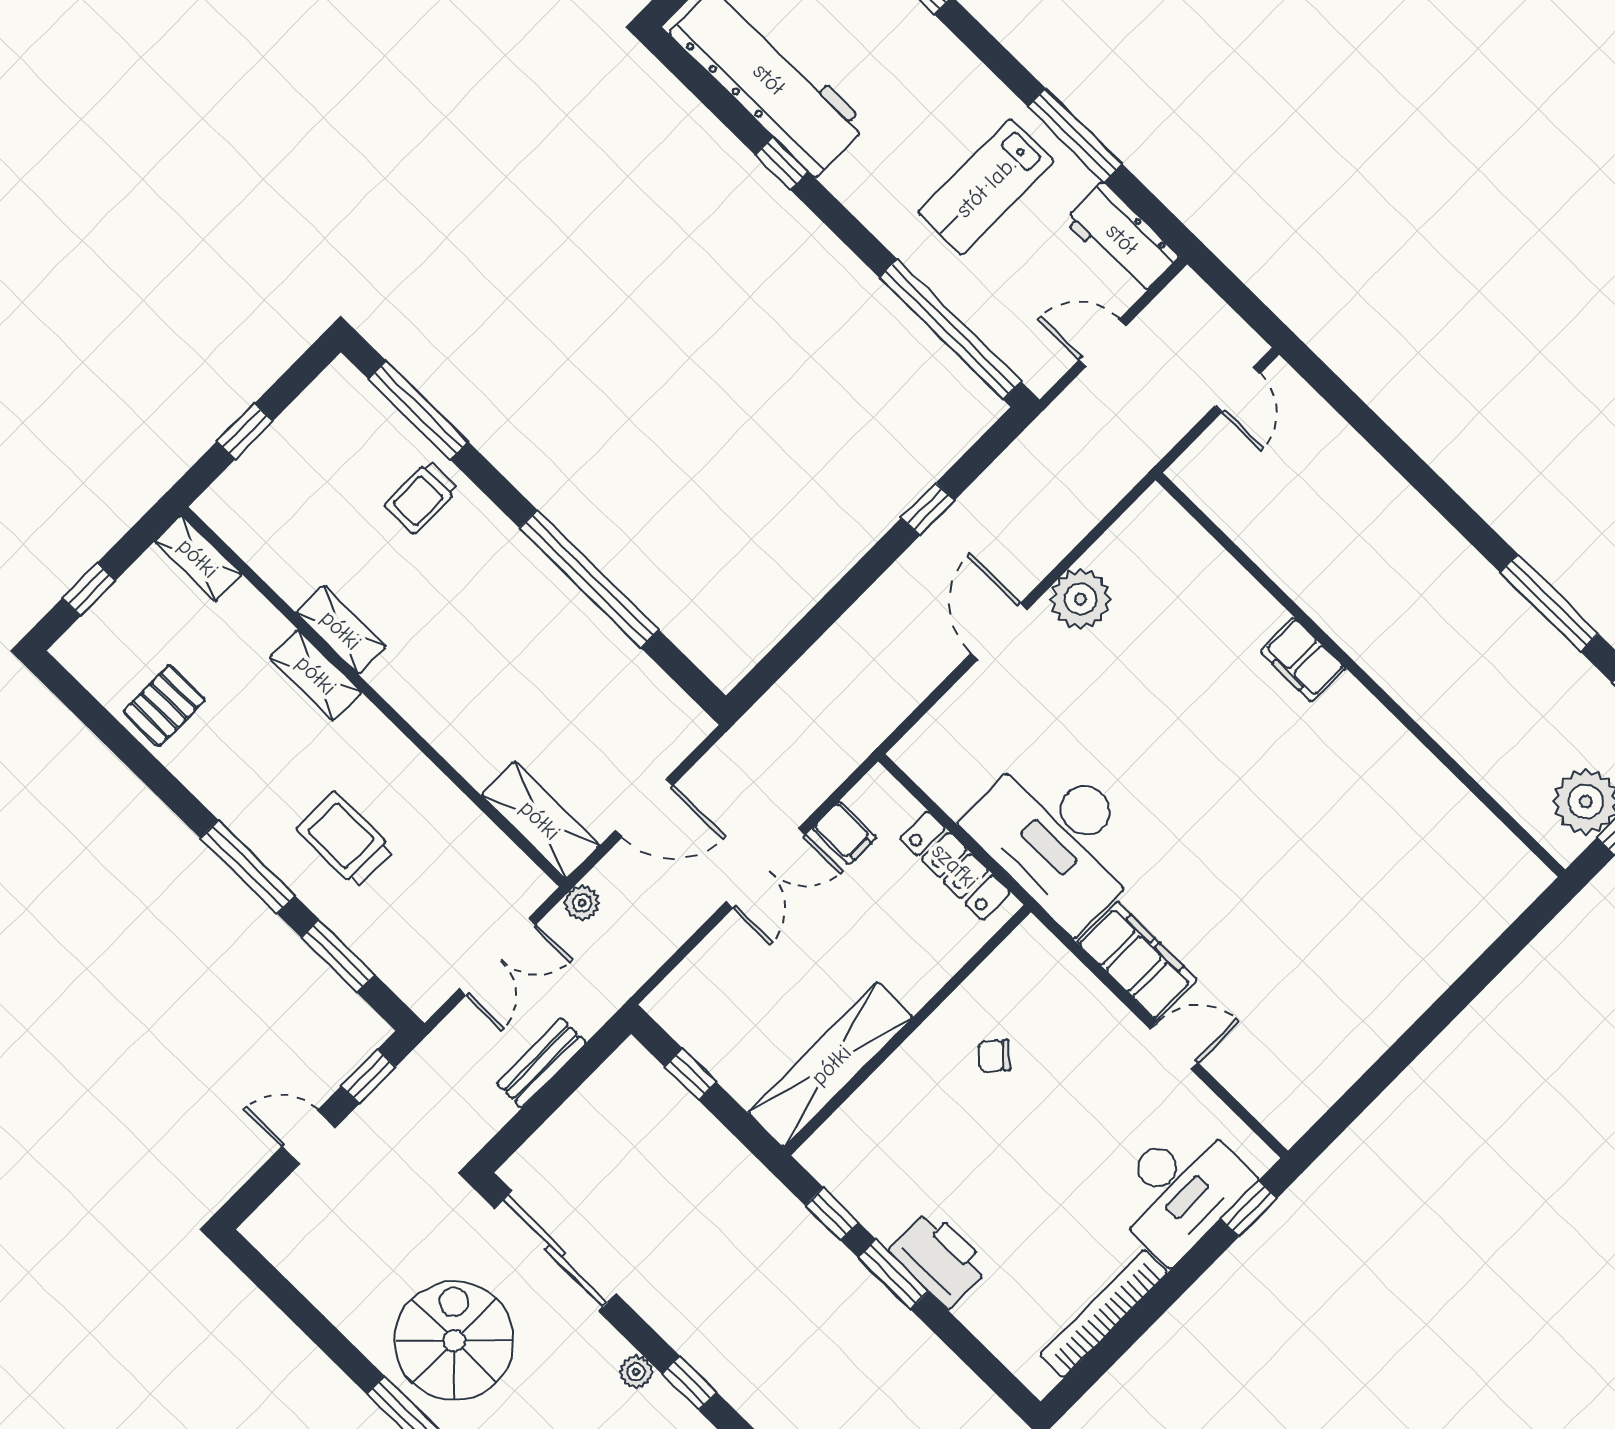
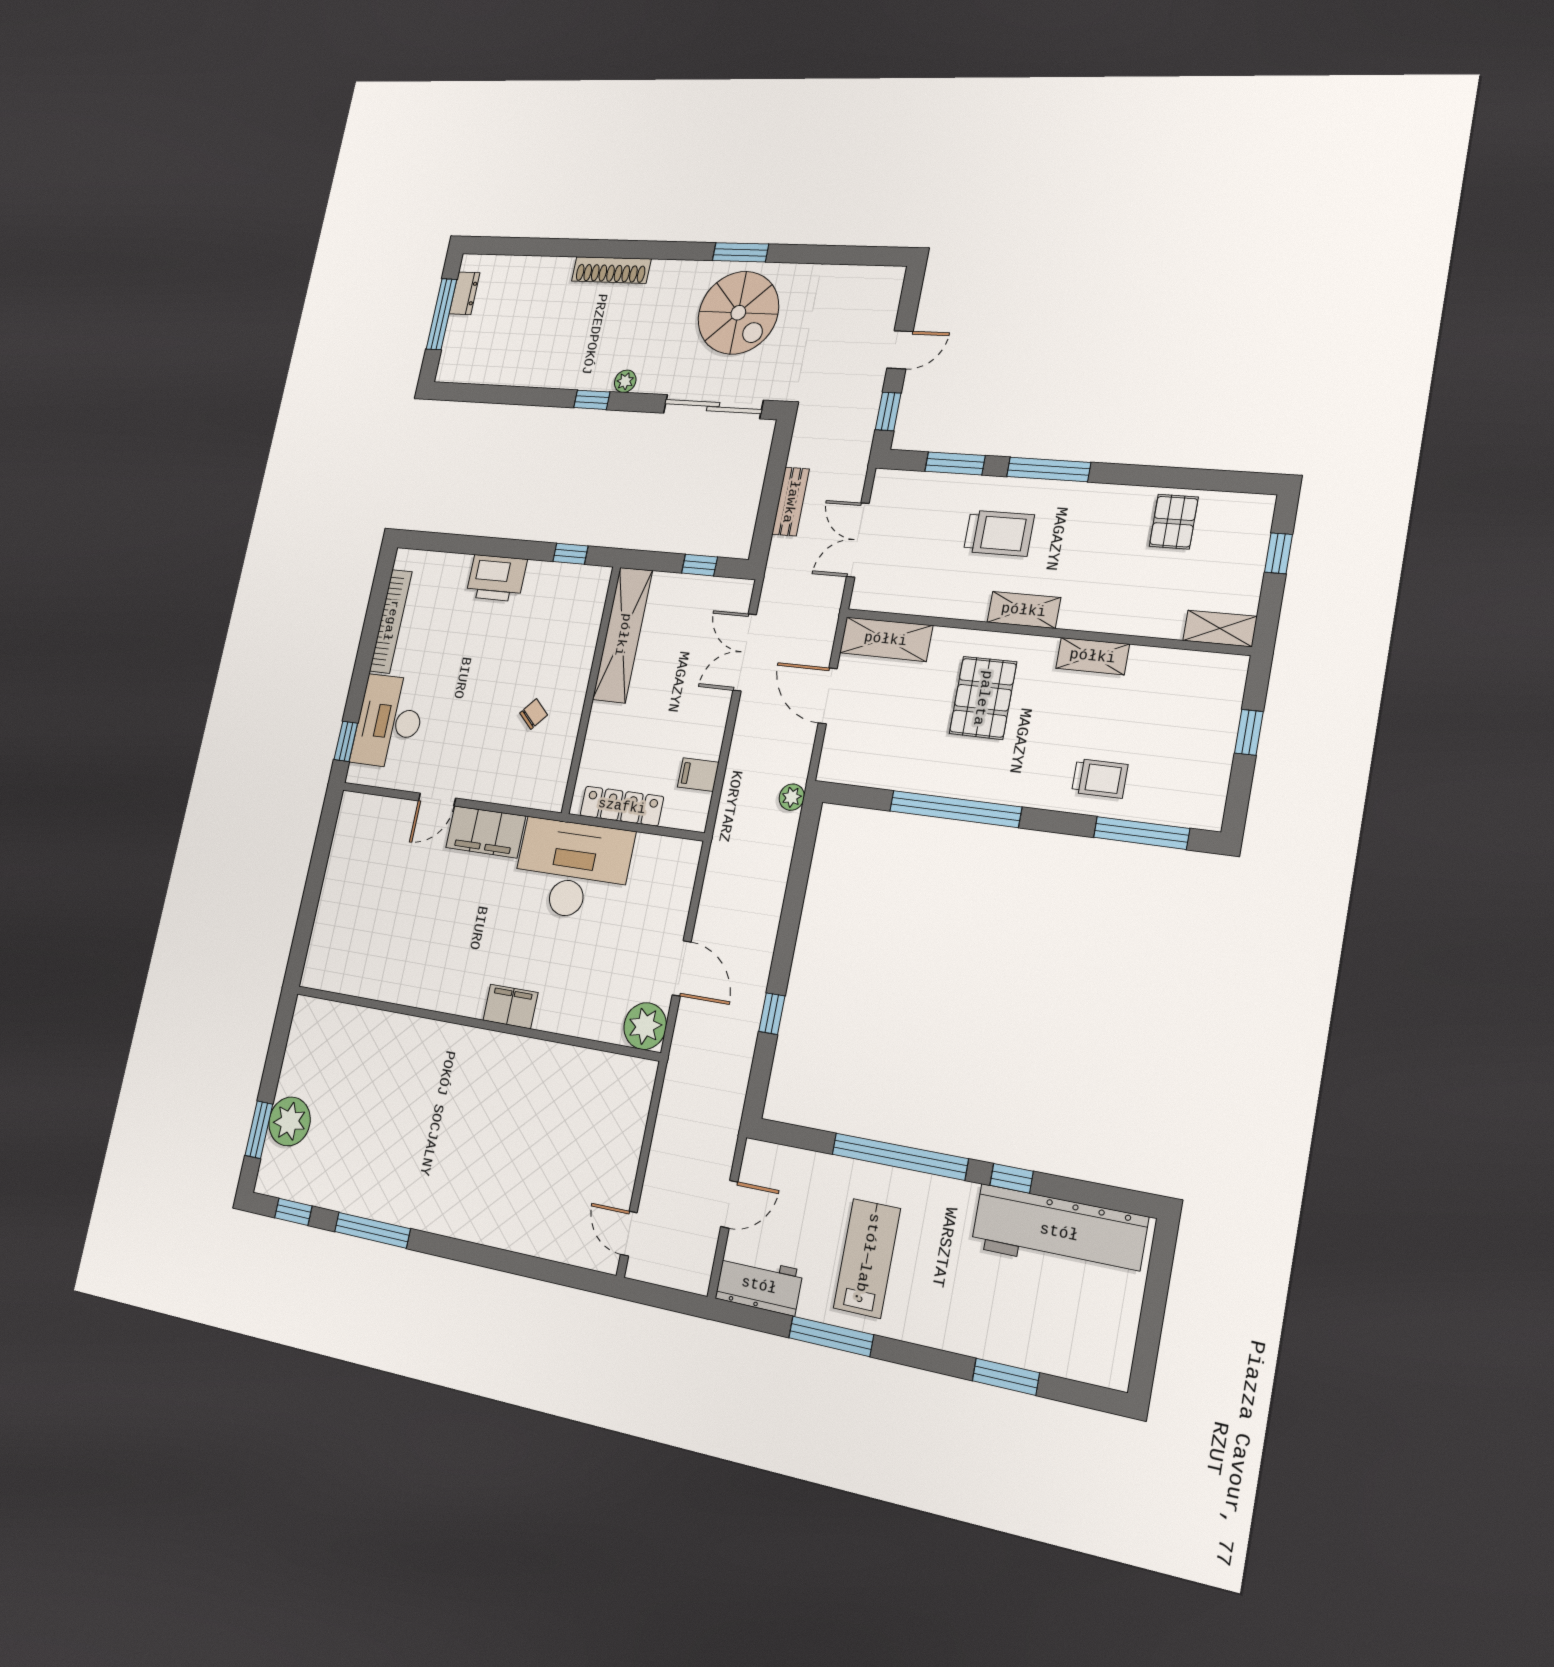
window: (950, 330) -> (900, 1157), moved
trolley: (421, 497) -> (1100, 778), turned 90
filing cabinet: (1303, 660) -> (510, 1006), moved
shelving: (316, 675) -> (1024, 610), moved
pallet: (481, 675) -> (983, 698), added
wall: (1360, 675) -> (473, 1022), moved
door: (644, 808) -> (828, 696), hinge flipped
double door: (766, 868) -> (745, 652), moved
plant: (582, 903) -> (792, 797), moved
window: (893, 1274) -> (516, 549), removed

